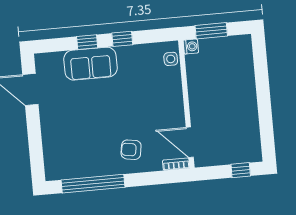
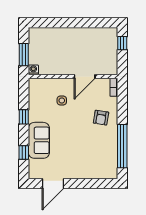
window: (87, 42) -> (24, 152), moved
side table: (171, 59) -> (62, 101), moved
door: (190, 142) -> (85, 76), moved

